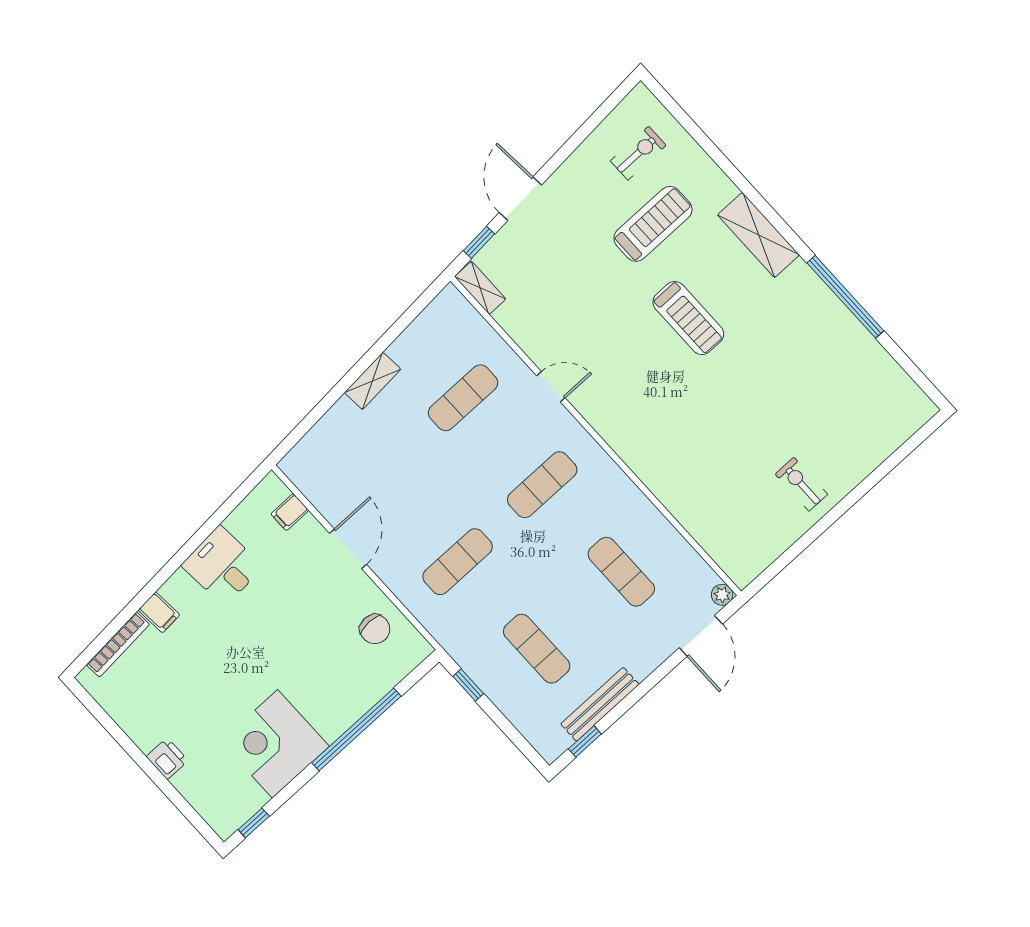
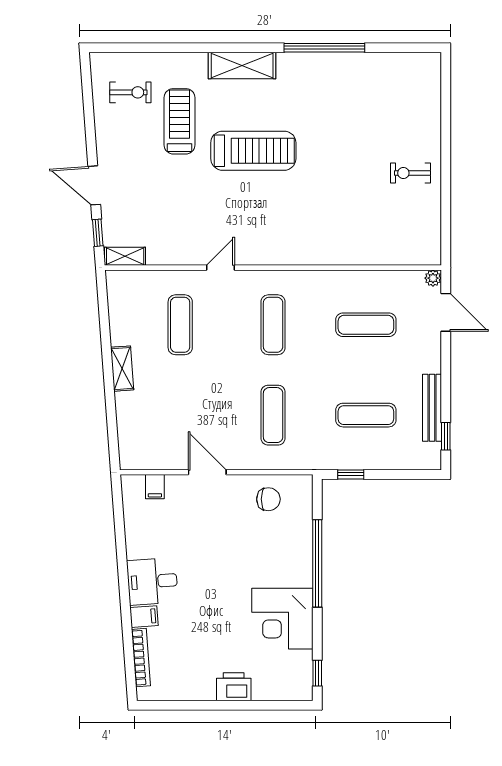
exercise bike: (638, 153) -> (130, 92), turned 90
treadmill: (688, 318) -> (253, 151), width x1.37, depth x1.38
desk: (222, 566) -> (152, 581), moved
printer: (167, 759) -> (234, 687), width x1.36, depth x1.24

